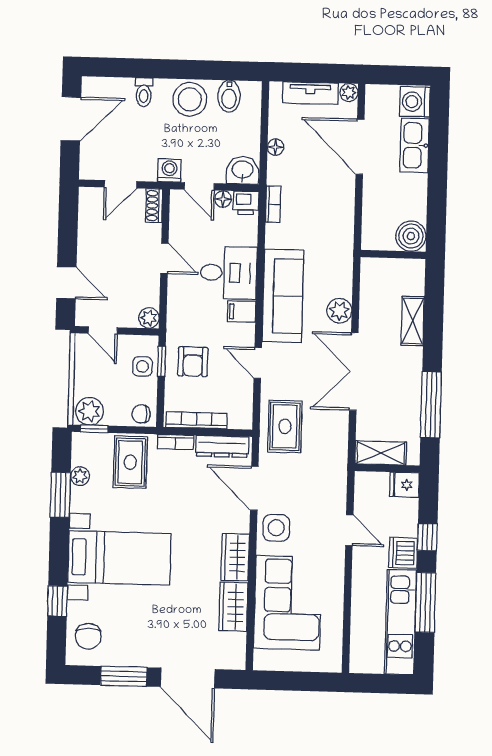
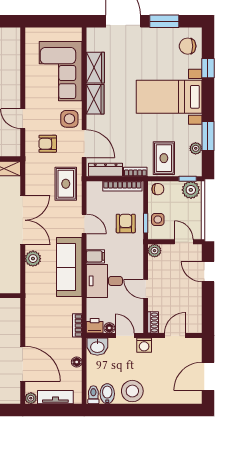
toilet: (144, 92) -> (93, 395), moved
armchair: (311, 490) -> (48, 144), added
chair: (88, 636) -> (188, 46), turned -90

